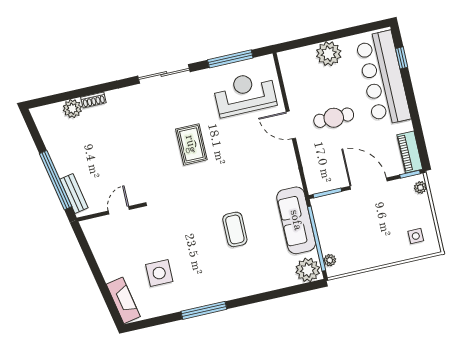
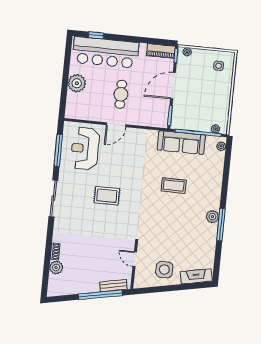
plant: (308, 270) -> (221, 146), width x0.53, depth x0.53
side table: (159, 273) -> (164, 270), moved
plant: (211, 295) -> (212, 217), added

